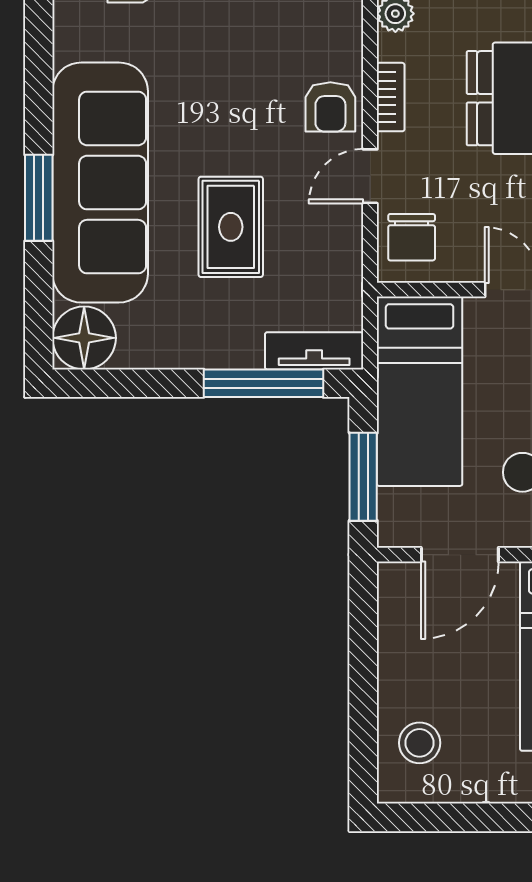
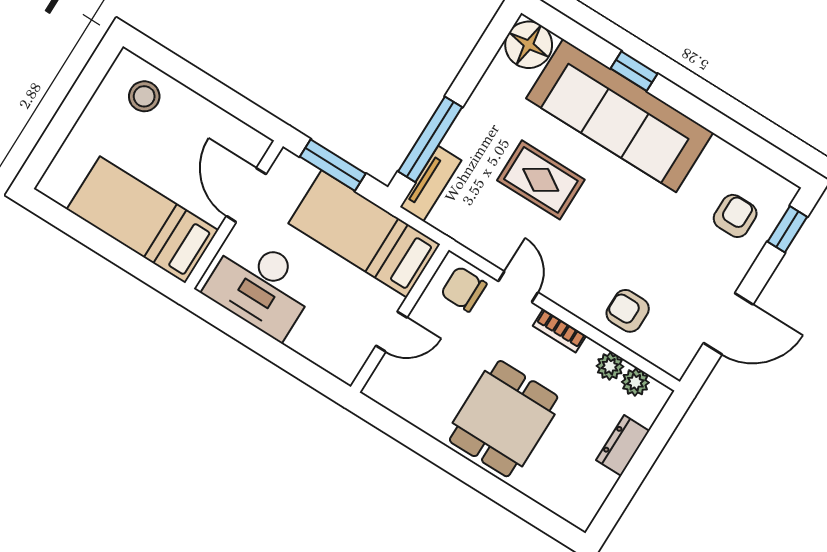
armchair: (330, 107) -> (628, 311), moved
window: (39, 198) -> (634, 71), width x0.67

